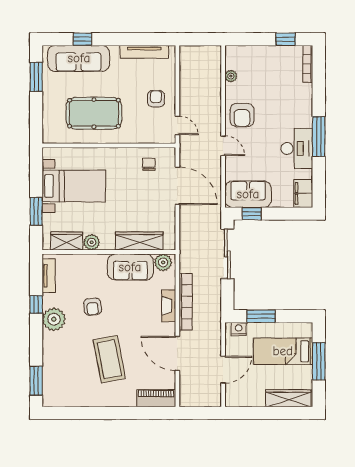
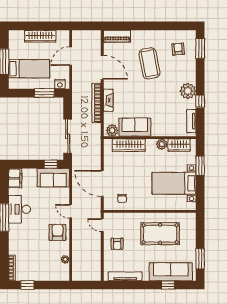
armchair: (93, 307) -> (178, 49), moved
wardrobe: (288, 398) -> (40, 36), moved

